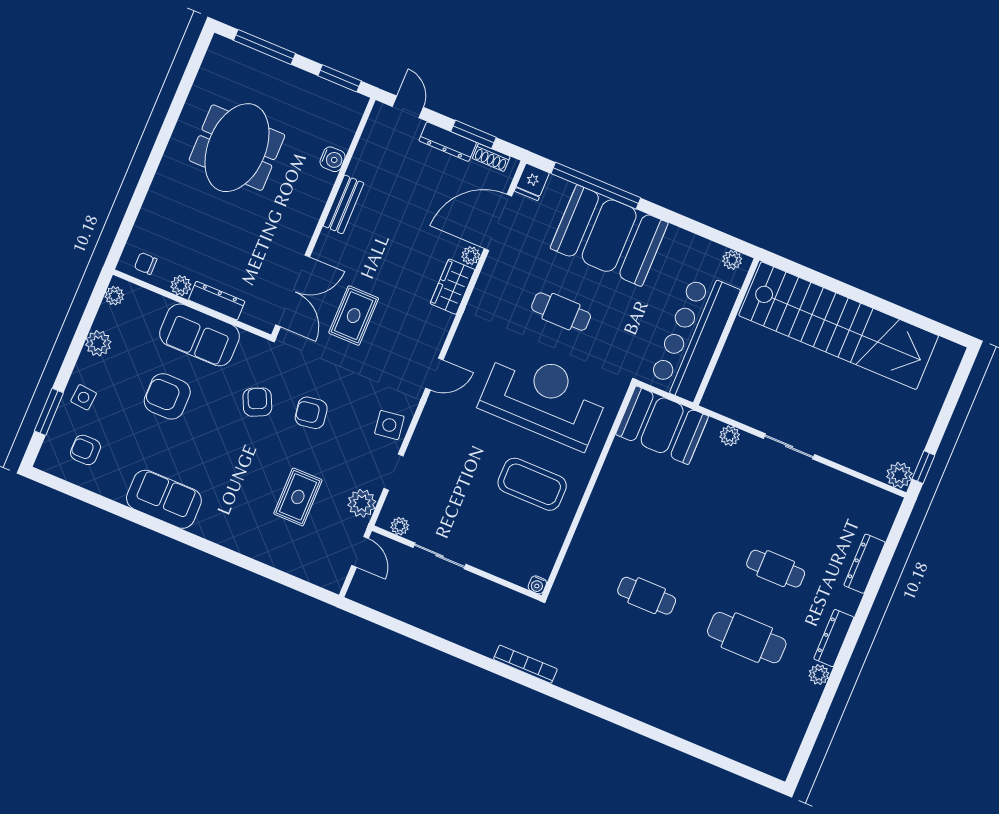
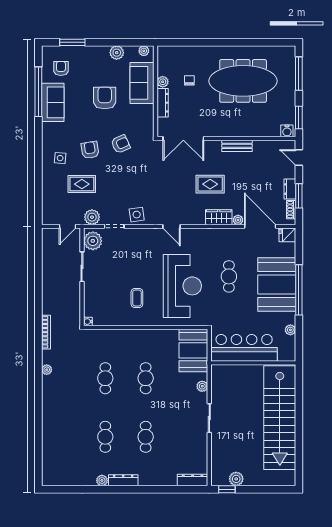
door: (408, 107) -> (299, 158), swing flipped
dresser: (448, 142) -> (290, 189), width x0.70
meeting table: (237, 148) -> (243, 81), width x1.36
water cooler: (333, 159) -> (287, 131), moved
window: (596, 186) -> (299, 290), moved
plant: (732, 260) -> (290, 330), moved
chair: (146, 263) -> (189, 80), moved
rug: (354, 316) -> (210, 184), moved
sofa: (200, 335) -> (142, 83), moved
side table: (84, 397) -> (60, 158), moved
armchair: (311, 413) -> (90, 150), moved
plant: (899, 475) -> (236, 479), moved
coffee table: (532, 484) -> (137, 298), width x0.54, depth x0.58
sofa: (164, 499) -> (53, 102), moved
window: (109, 505) -> (38, 92), added
plant: (400, 526) -> (93, 241), width x1.87, depth x1.87
cafe table: (675, 527) -> (146, 378), added
dresser: (865, 564) -> (193, 480), moved
cafe table: (747, 638) -> (105, 437), width x0.73, depth x0.74
plant: (590, 690) -> (47, 370), added

